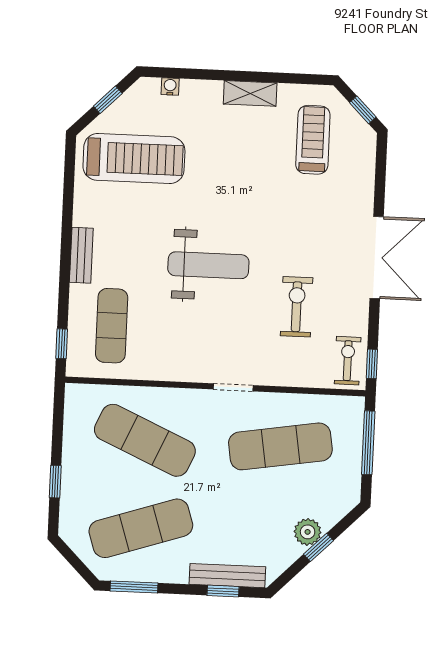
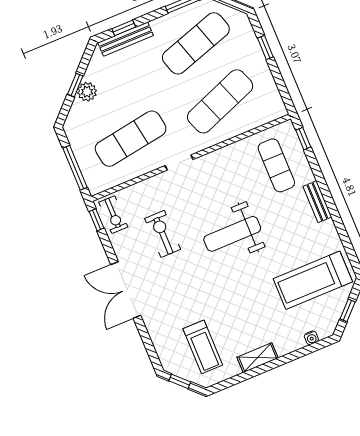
exercise bike: (297, 307) -> (163, 234), turned 180
exercise mat: (145, 440) -> (220, 101), turned -45

